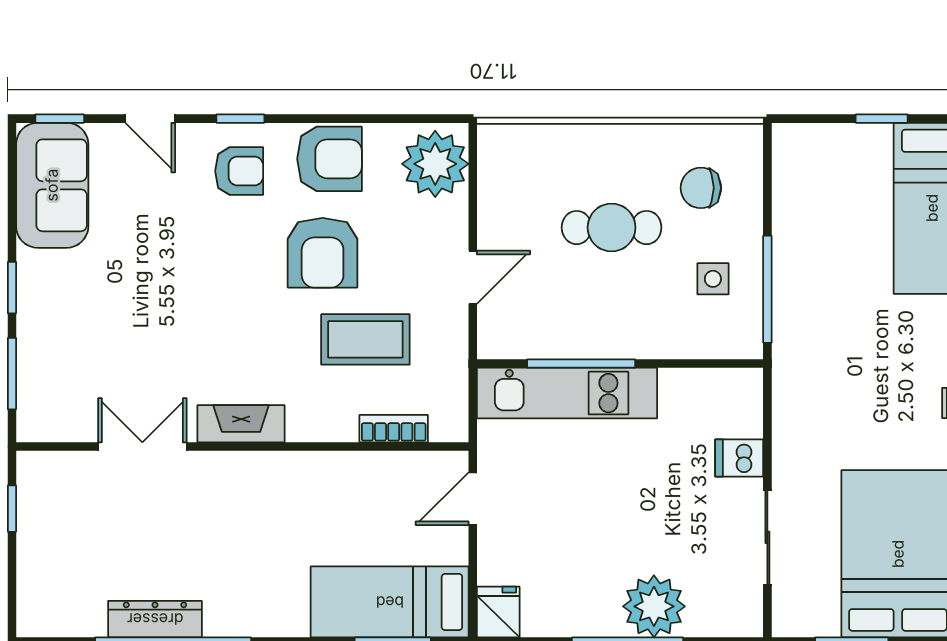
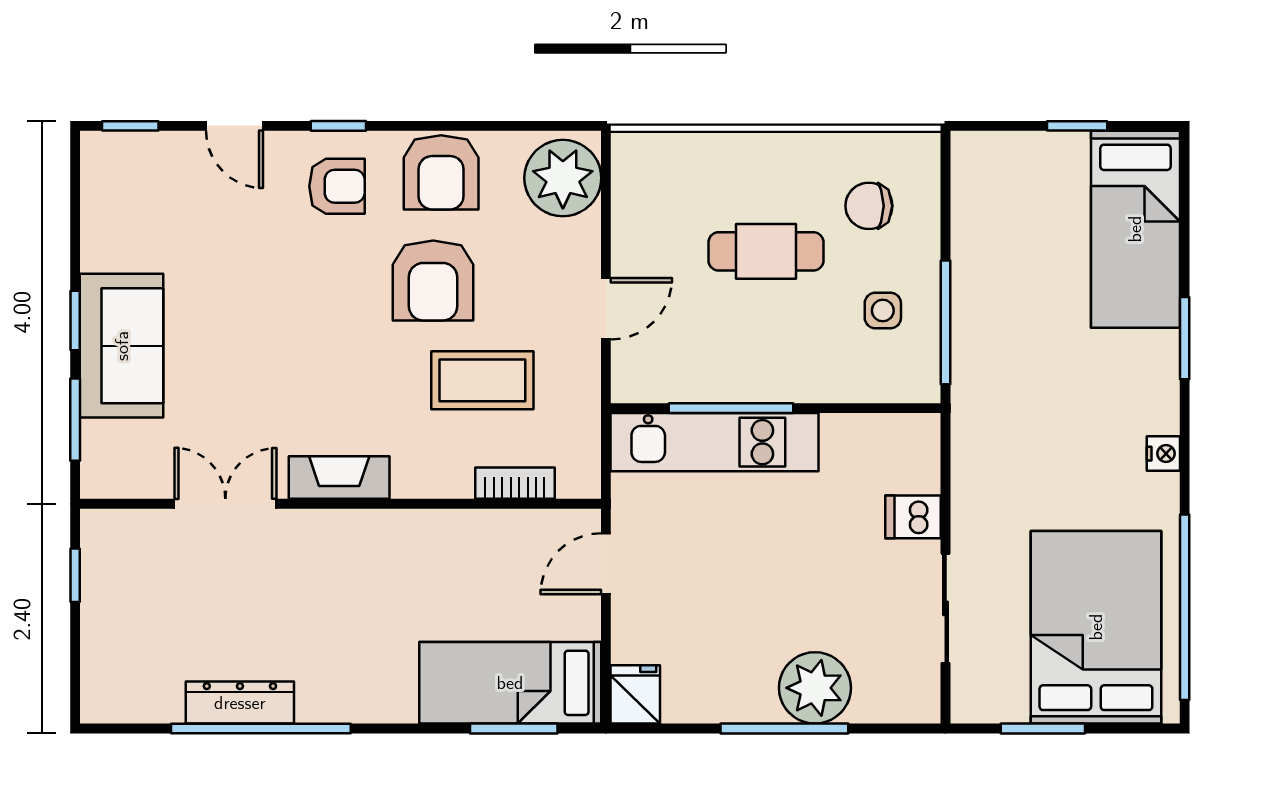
armchair: (330, 159) -> (441, 172), turned 90
sofa: (52, 185) -> (122, 346), moved

